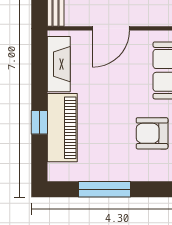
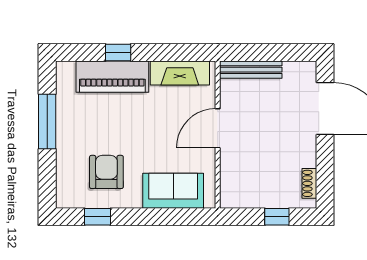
door: (111, 28) -> (218, 128), hinge flipped

